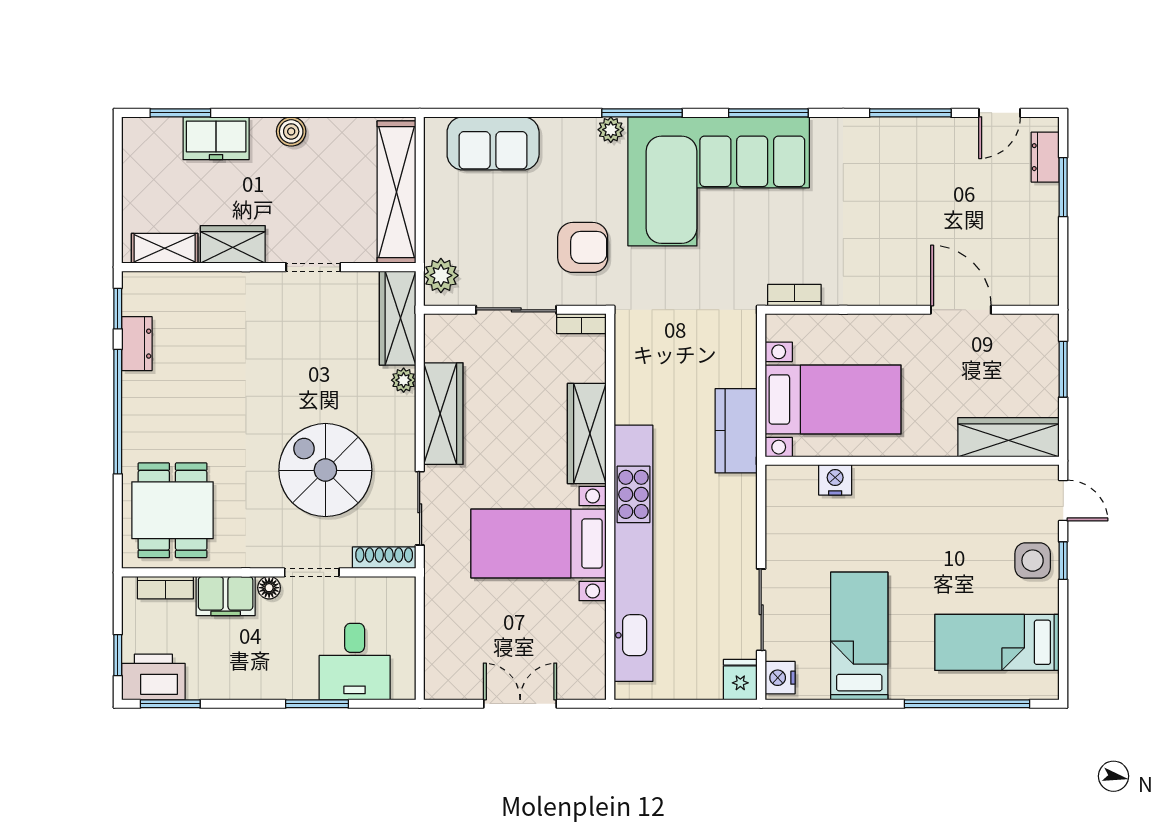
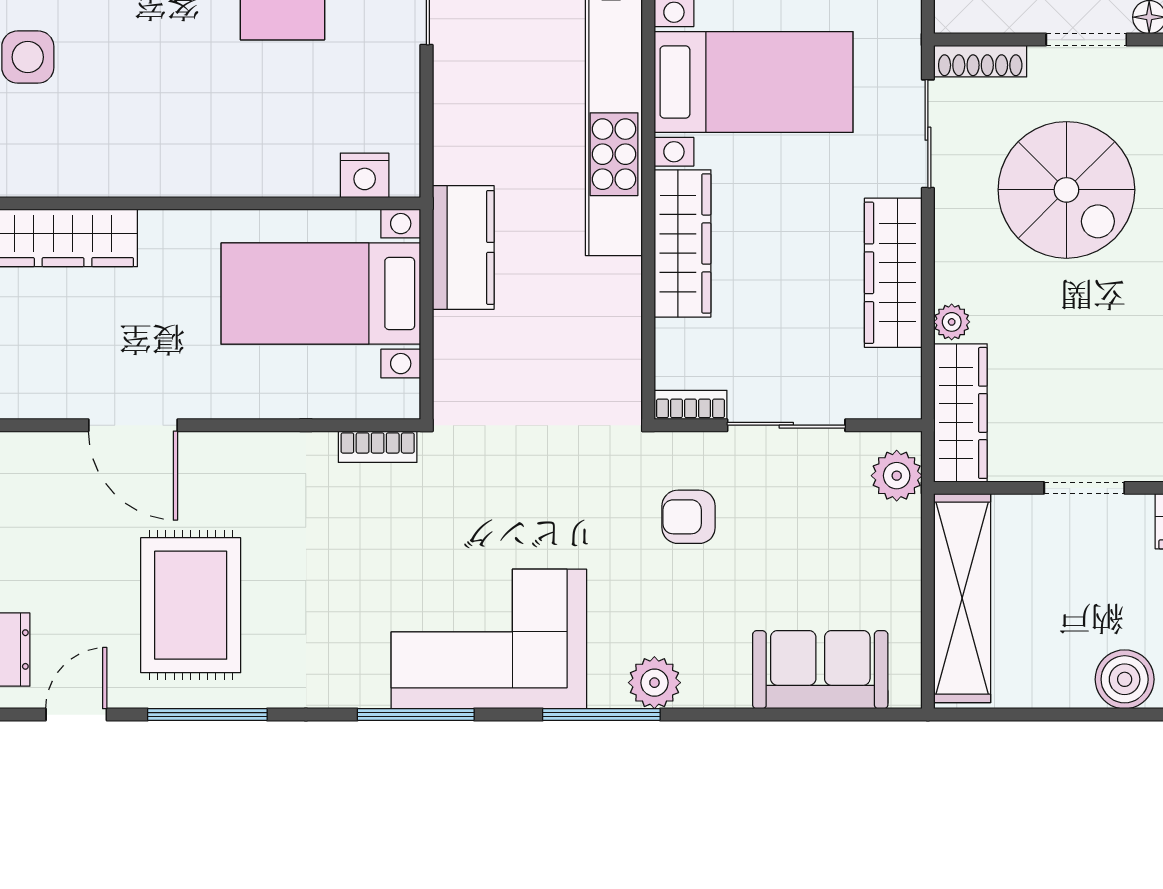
plant: (611, 130) -> (654, 683), width x1.38, depth x1.38
boiler: (291, 131) -> (1125, 679), width x1.36, depth x1.36
corner sofa: (719, 181) -> (489, 639), width x0.73, depth x0.74
rug: (922, 187) -> (191, 605), added
armchair: (583, 247) -> (689, 517), width x0.72, depth x0.72
nightstand: (835, 480) -> (365, 175), moved

